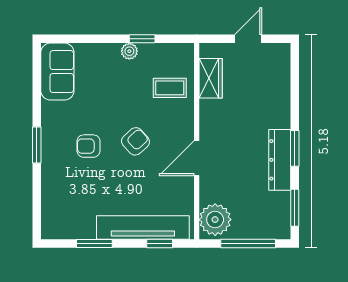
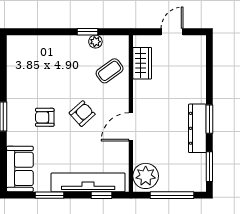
plant: (129, 51) -> (95, 42), moved
sofa: (57, 72) -> (20, 169), moved
coffee table: (170, 88) -> (110, 71), turned -36

